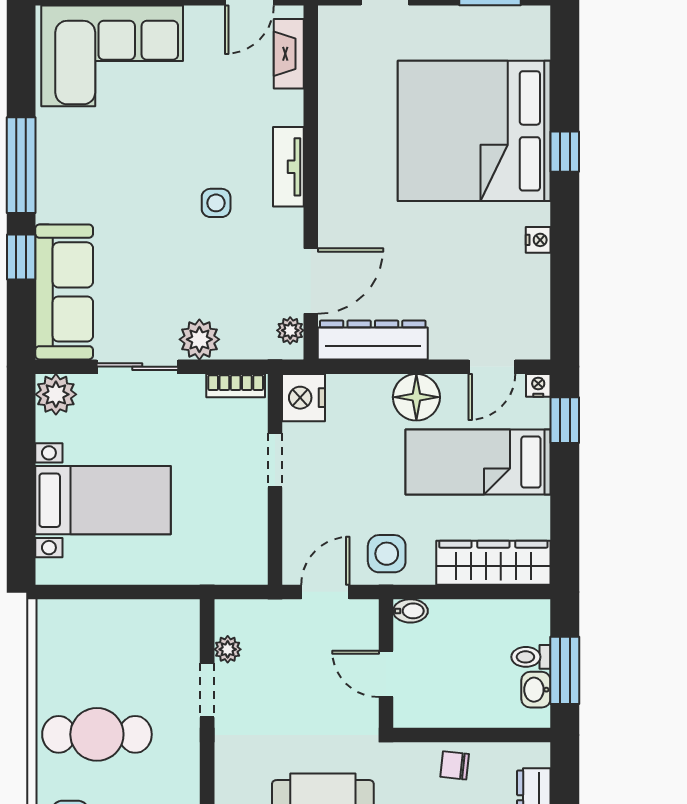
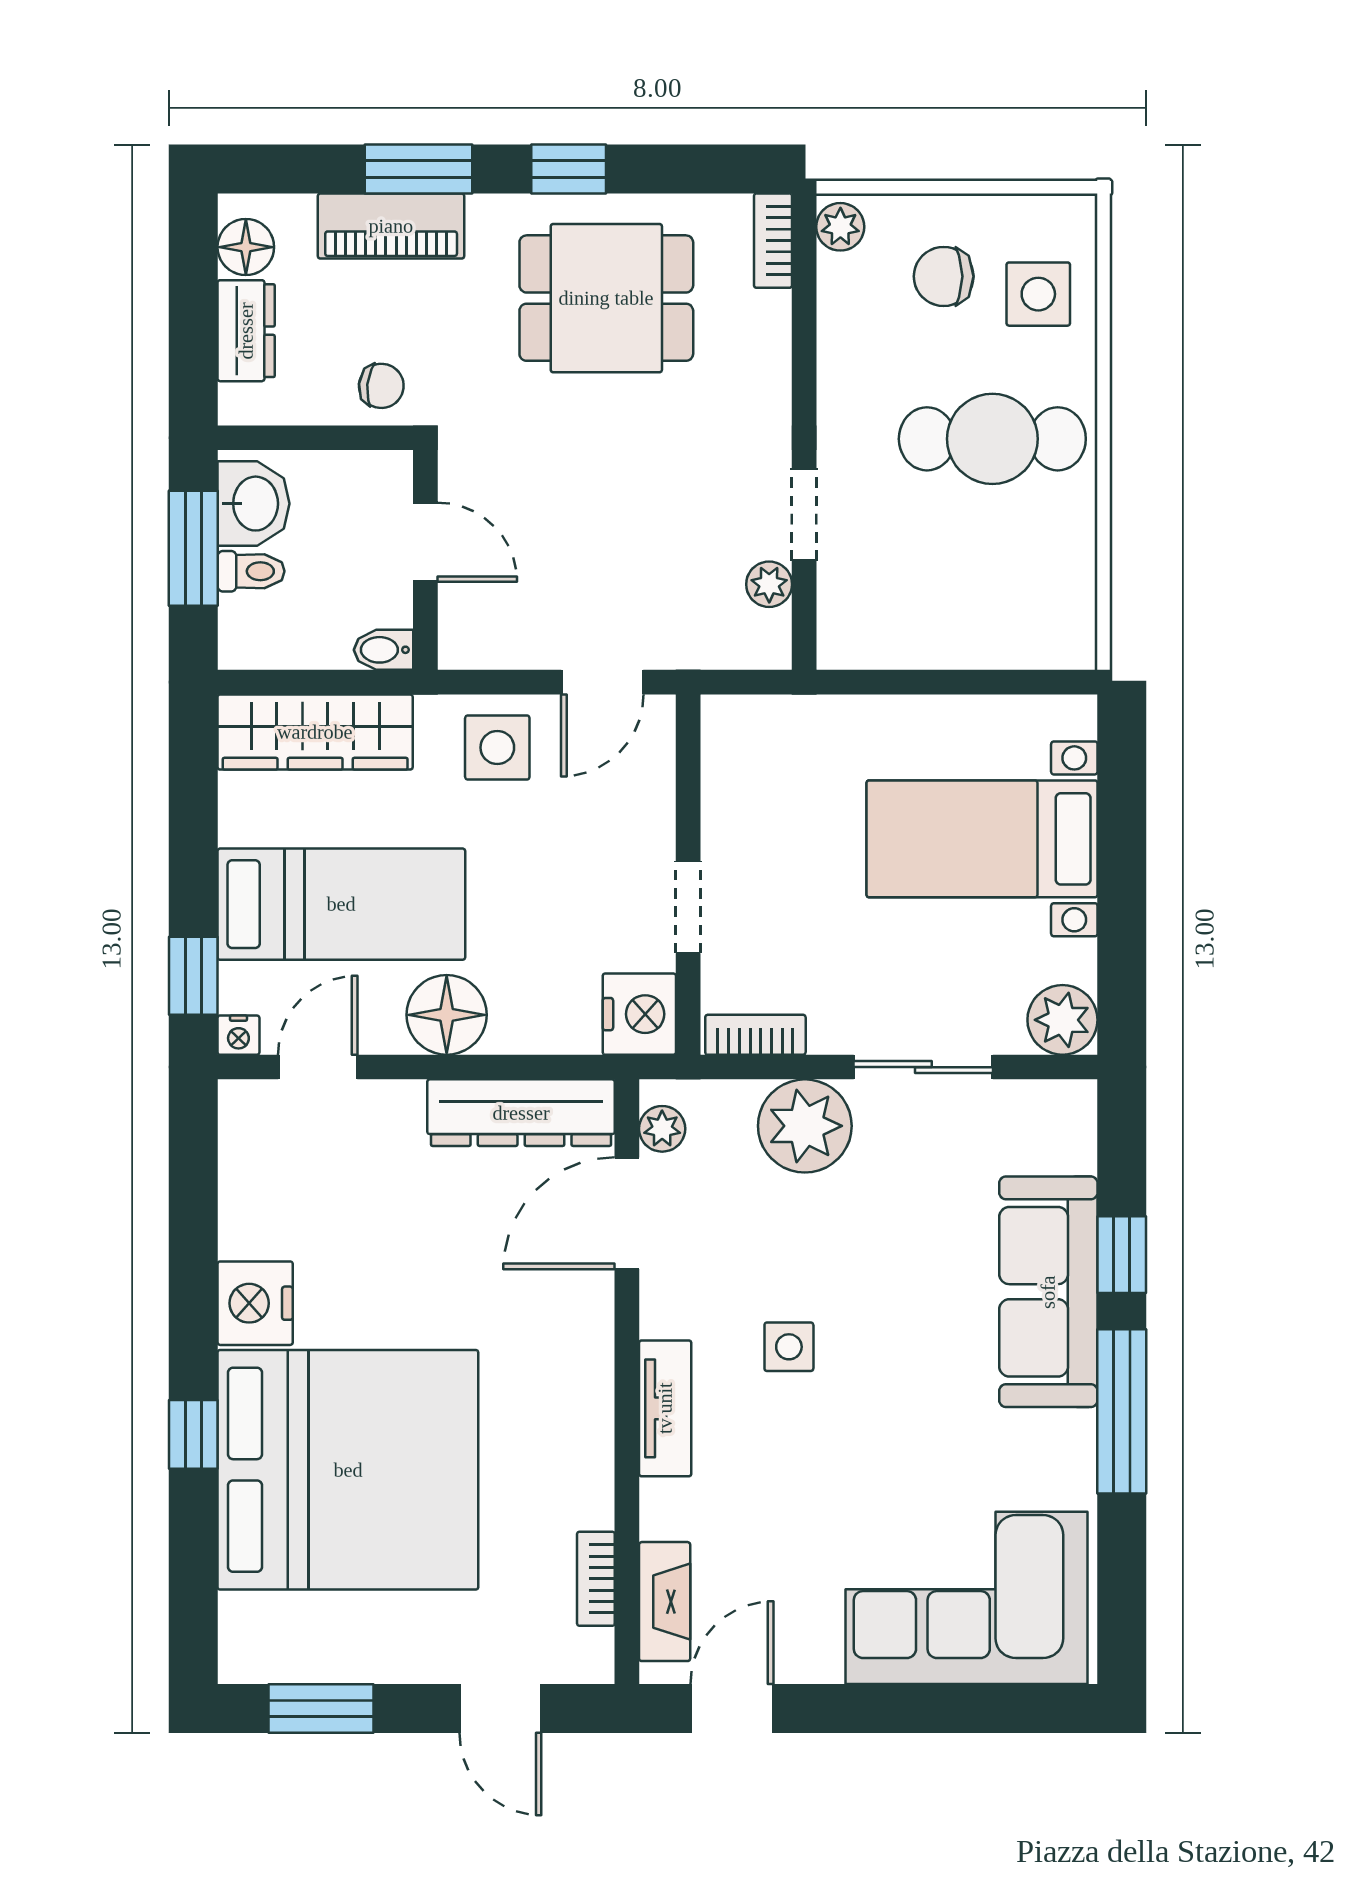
bookcase: (329, 67) -> (596, 1579), added
nightstand: (538, 240) -> (255, 1303), width x1.89, depth x1.79
sofa: (64, 292) -> (1048, 1292), moved
plant: (199, 339) -> (805, 1126), width x1.36, depth x1.36
bidet: (410, 611) -> (384, 650), moved
wall: (386, 663) -> (425, 560), moved
door: (386, 674) -> (425, 542), moved
washbasin: (536, 690) -> (253, 504), width x1.38, depth x1.45

